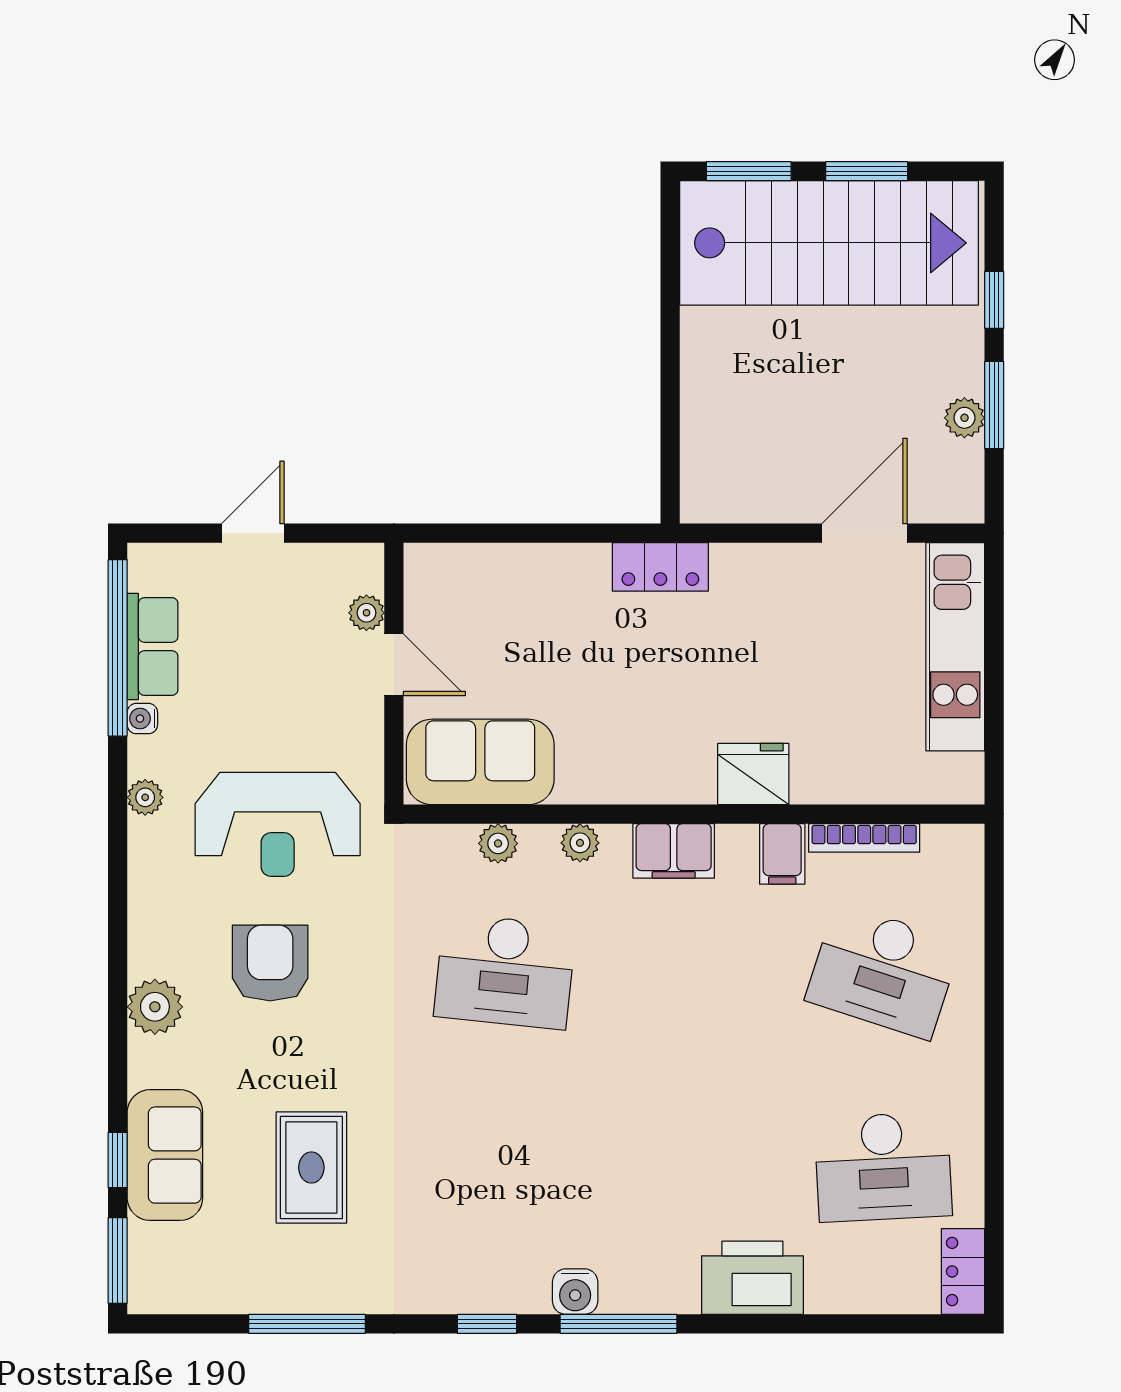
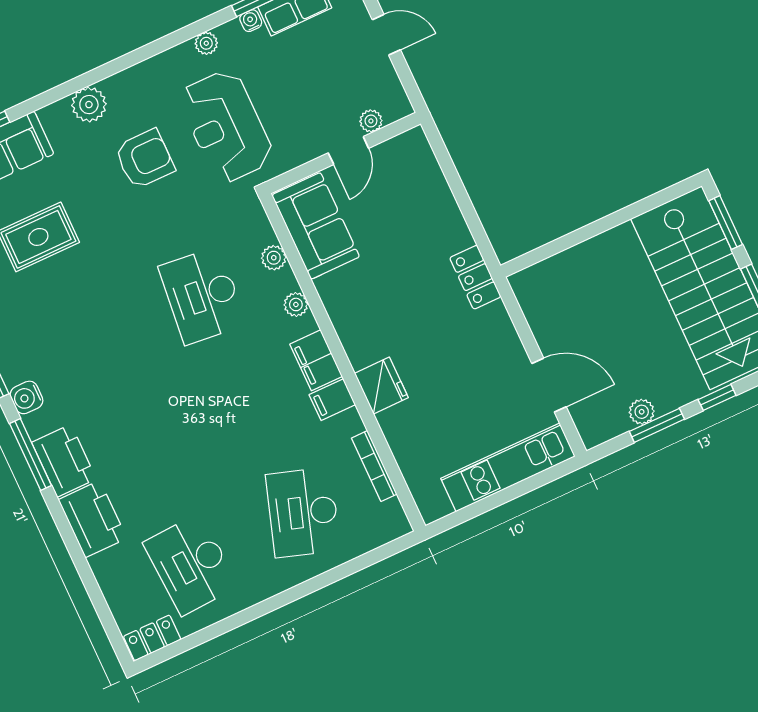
filing cabinet: (782, 854) -> (332, 400), moved
printer: (650, 1280) -> (64, 461), added
water cooler: (575, 1292) -> (27, 397), moved

